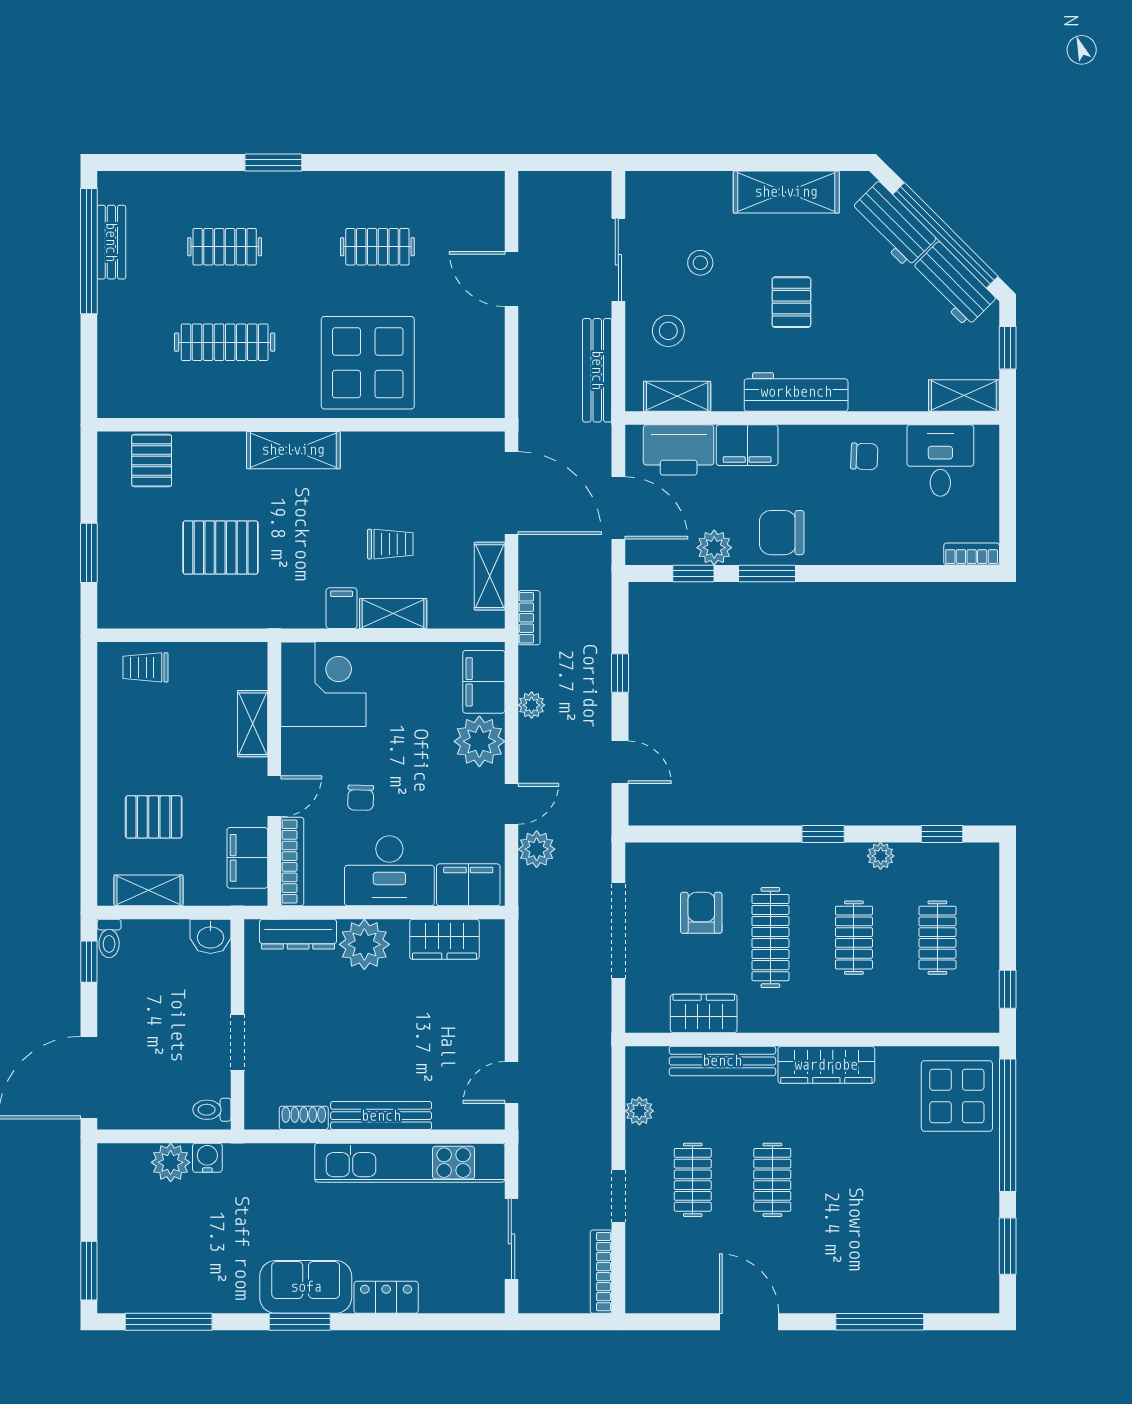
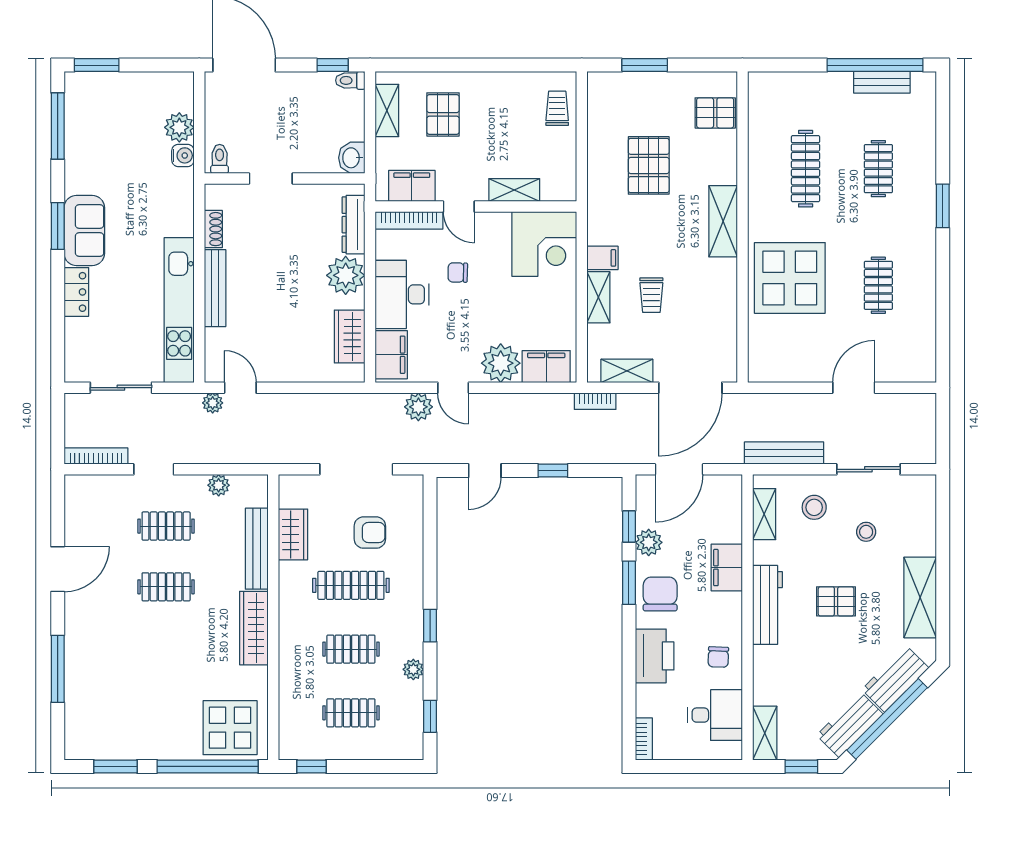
printer: (679, 450) -> (655, 656), moved, turned 180
plant: (532, 705) -> (213, 403), moved

